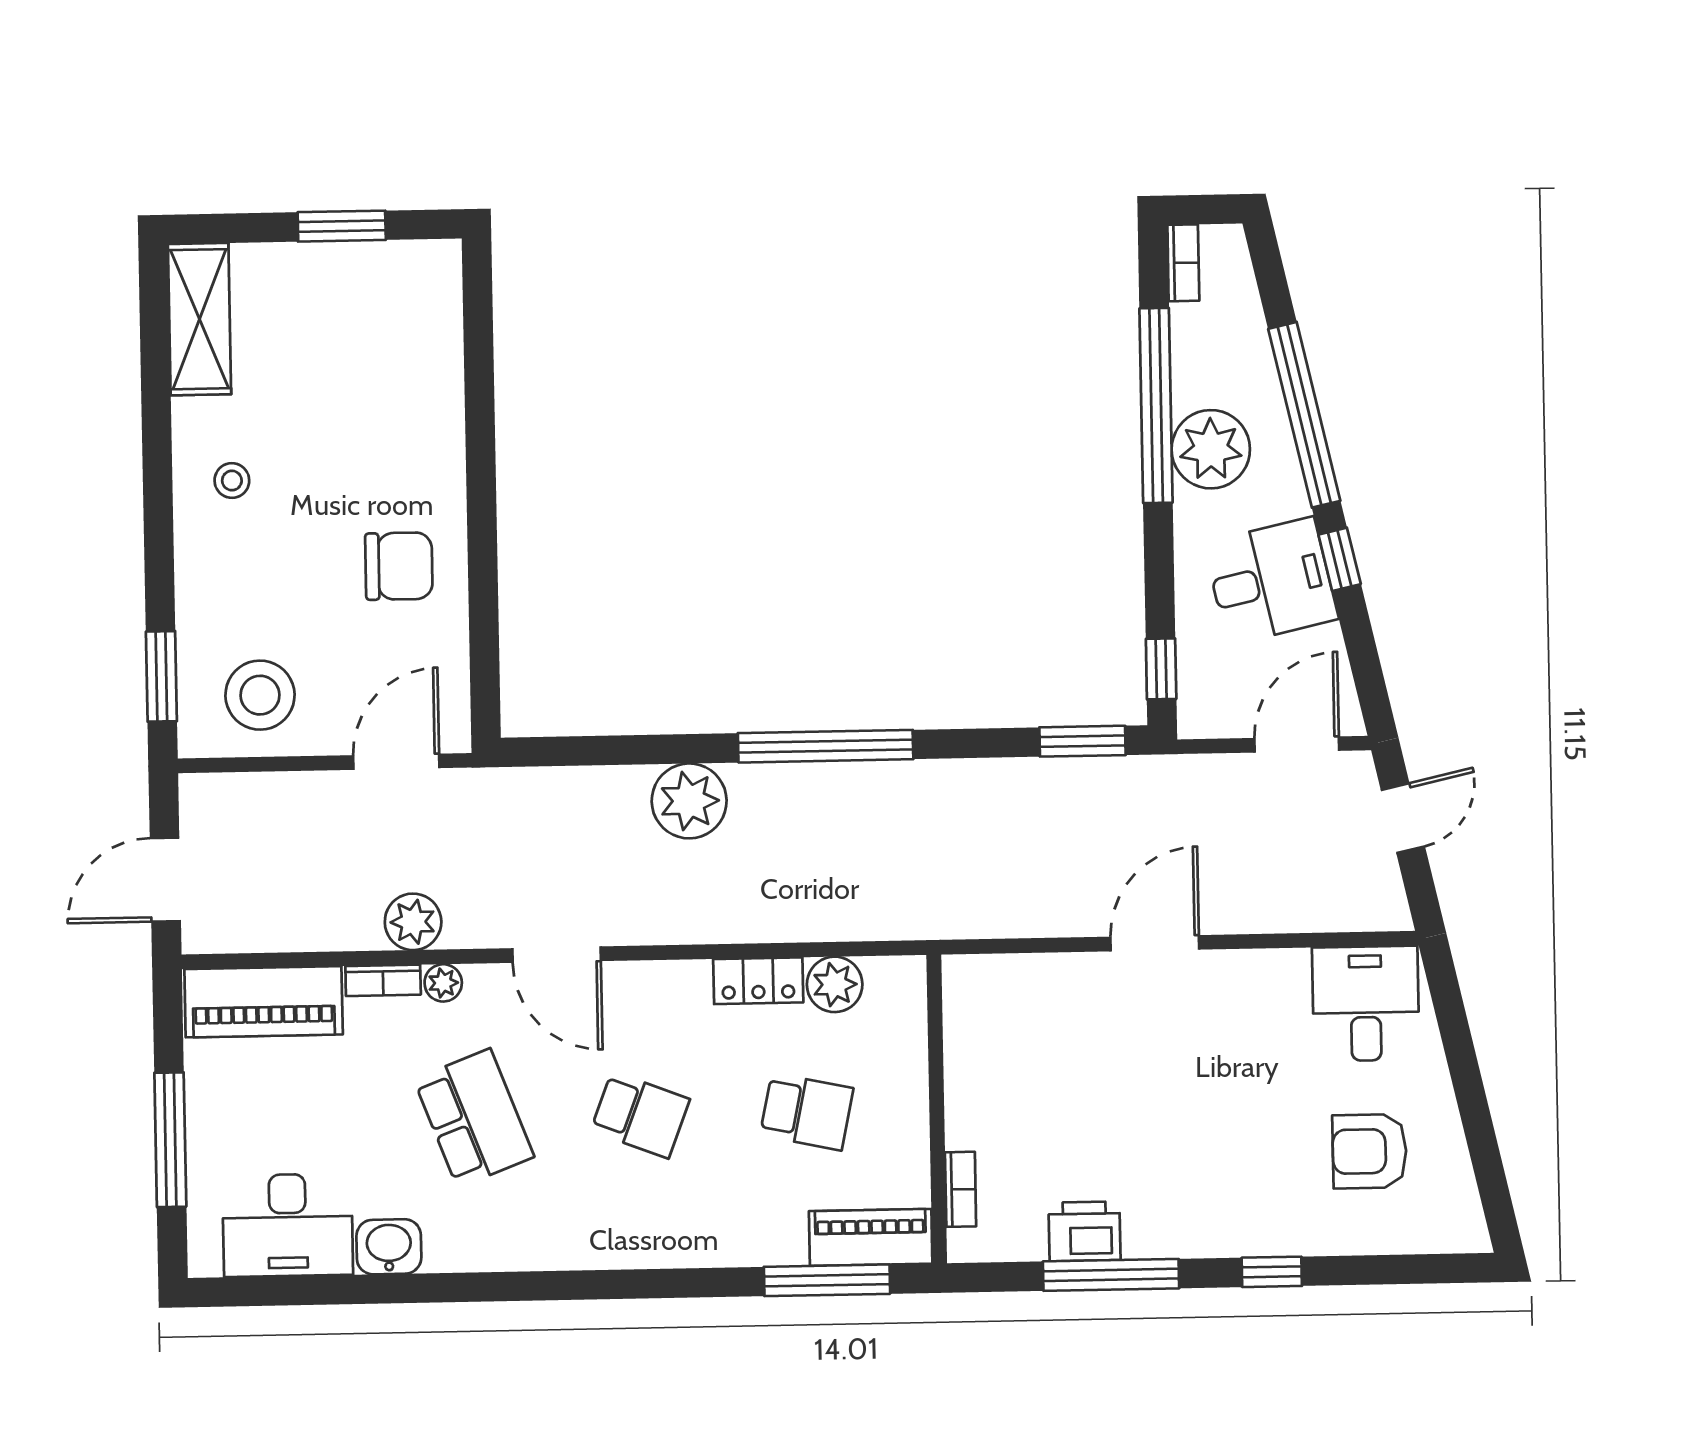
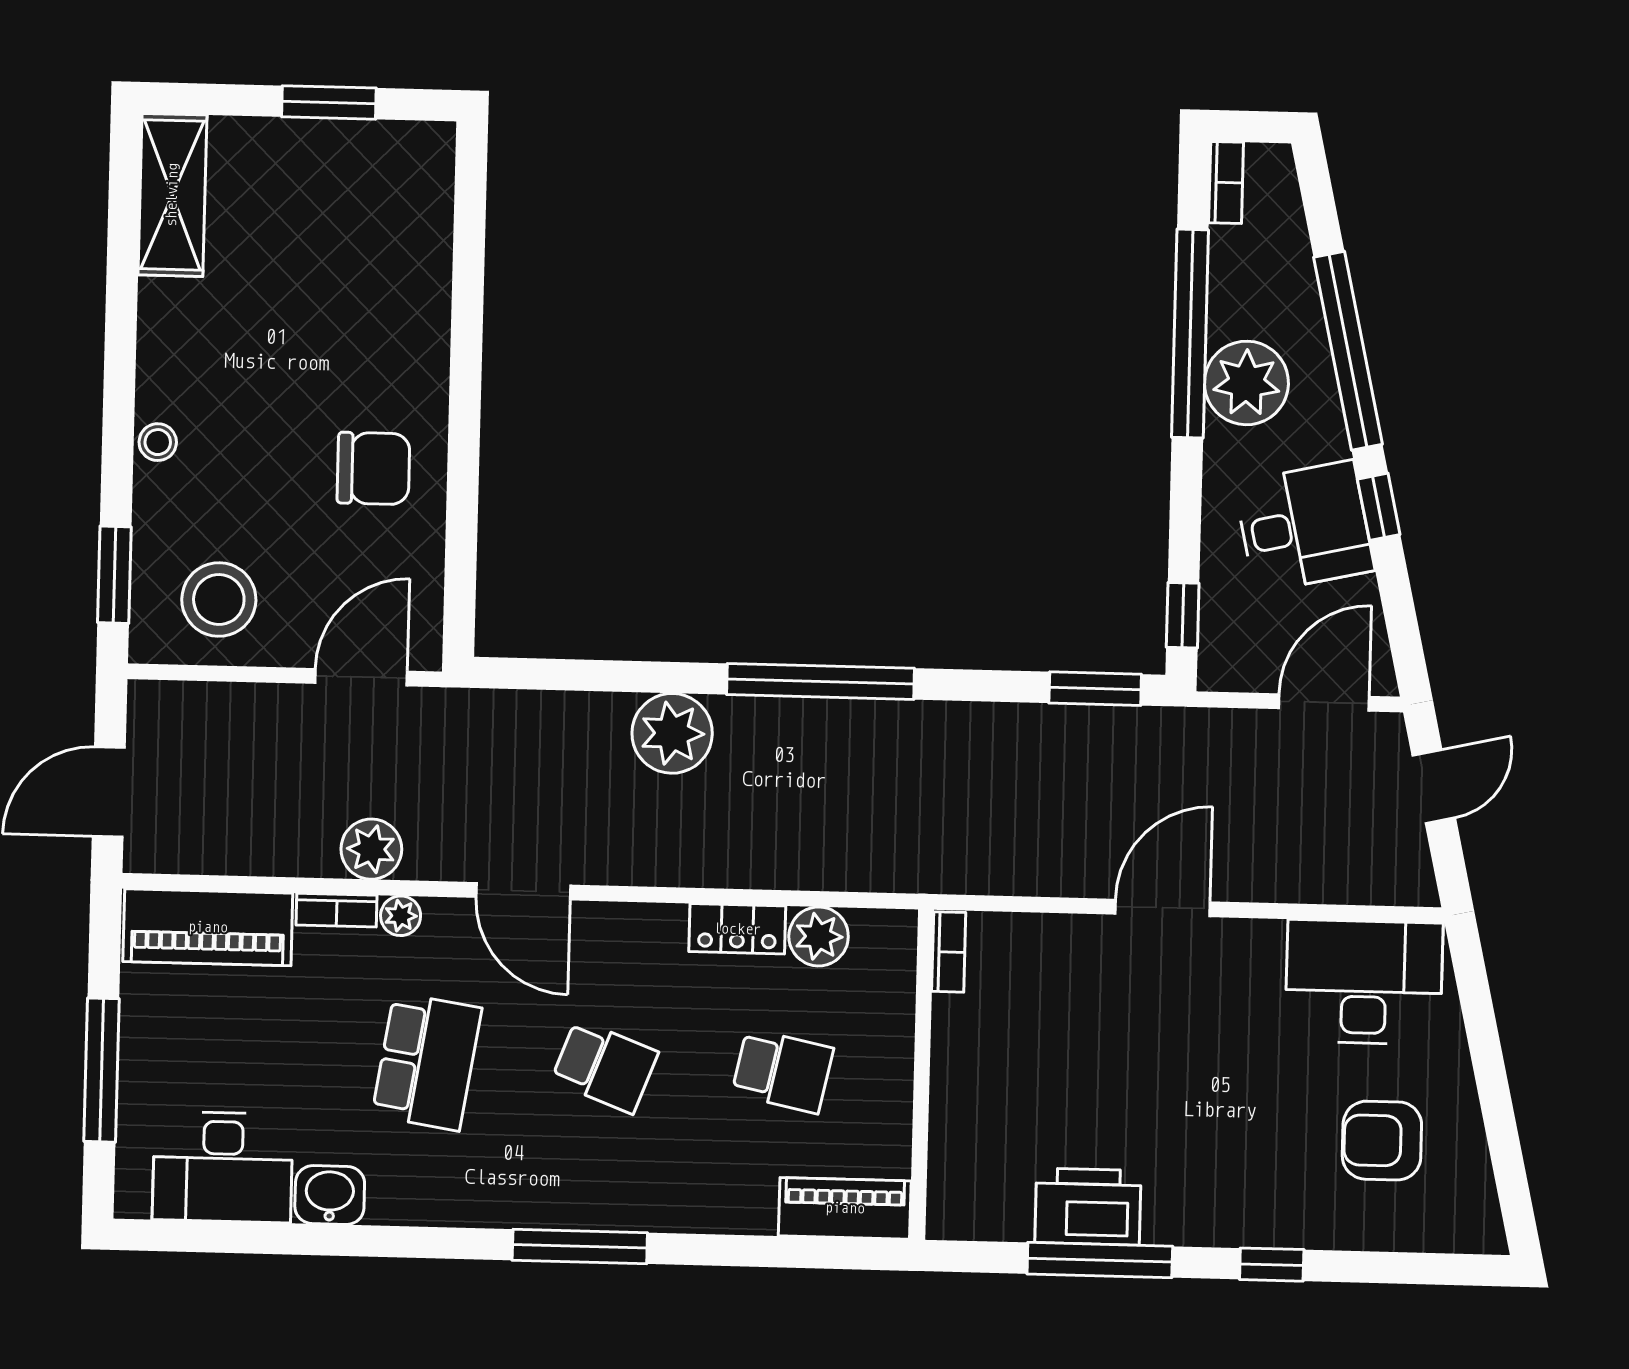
stool: (232, 481) -> (158, 442), moved
desk: (1366, 1003) -> (1364, 982), width x1.37
school desk: (474, 1118) -> (427, 1062), turned 30
bookcase: (961, 1189) -> (949, 952), moved
printer: (1085, 1231) -> (1088, 1207), width x1.37, depth x1.19
window: (827, 1280) -> (580, 1246), moved

